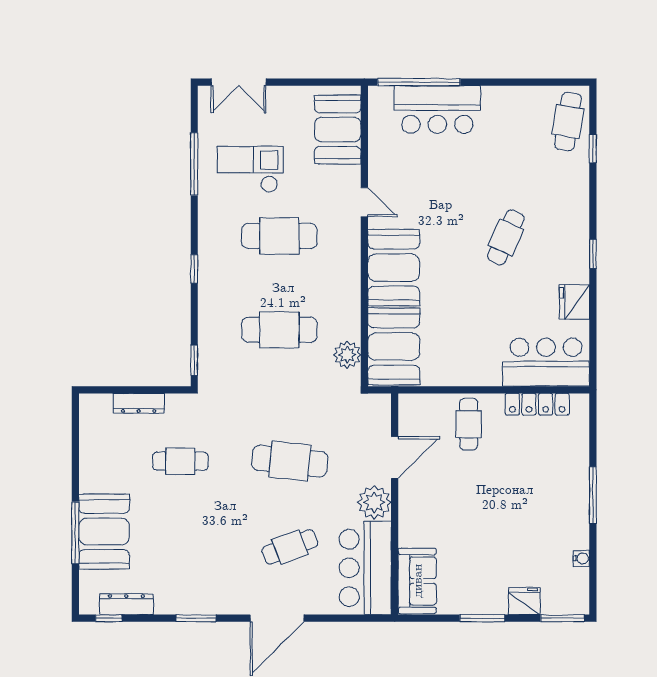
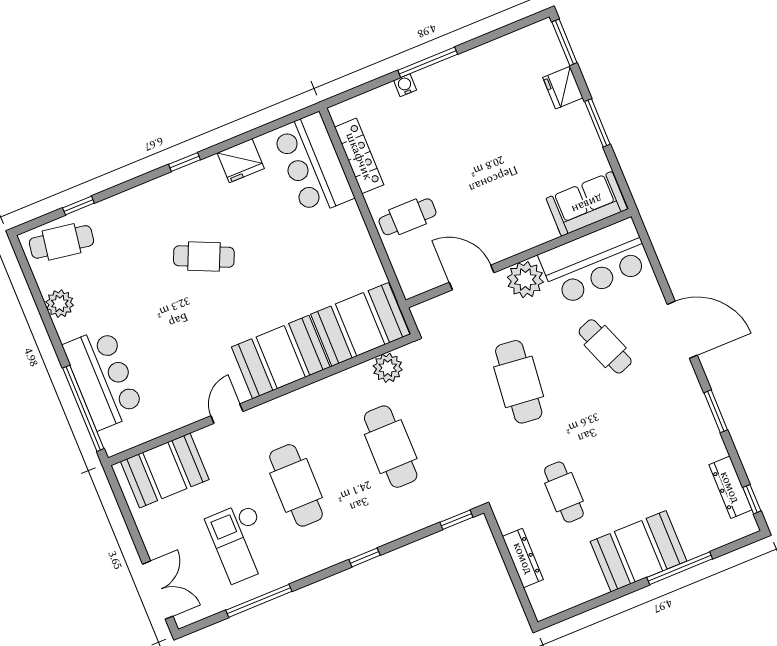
plant: (516, 98) -> (60, 304), added
booth: (104, 531) -> (638, 551), moved
water cooler: (581, 558) -> (405, 85), moved

